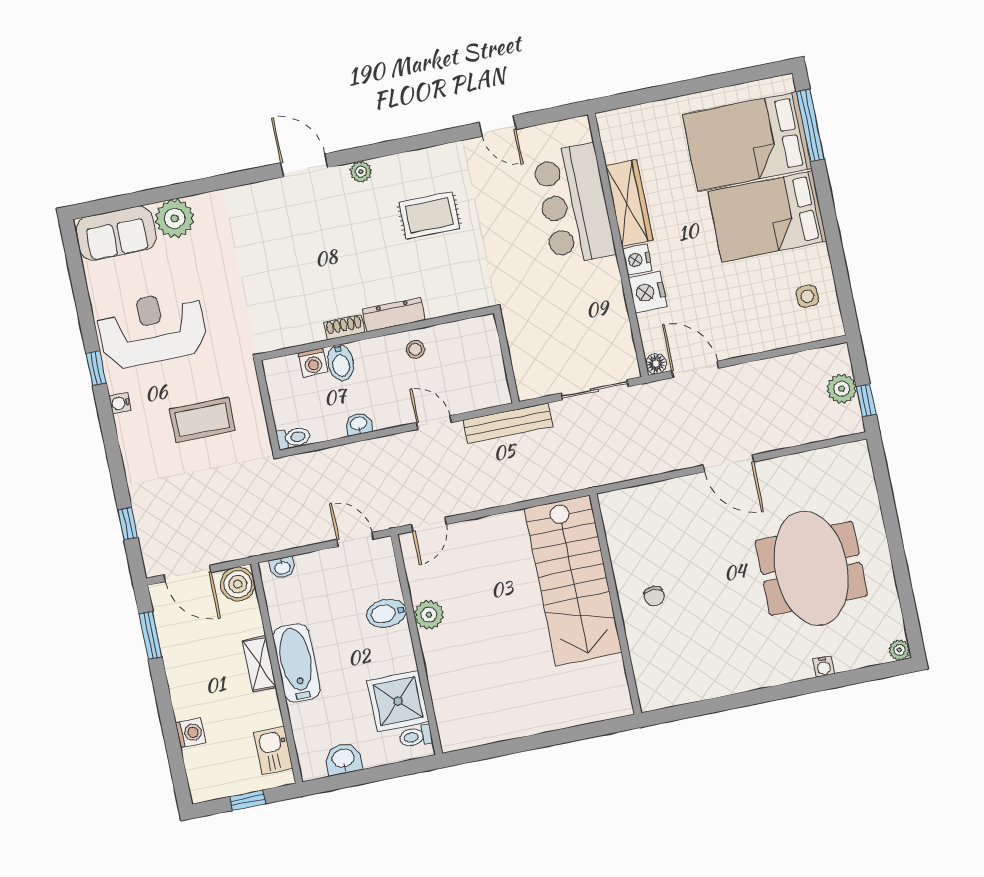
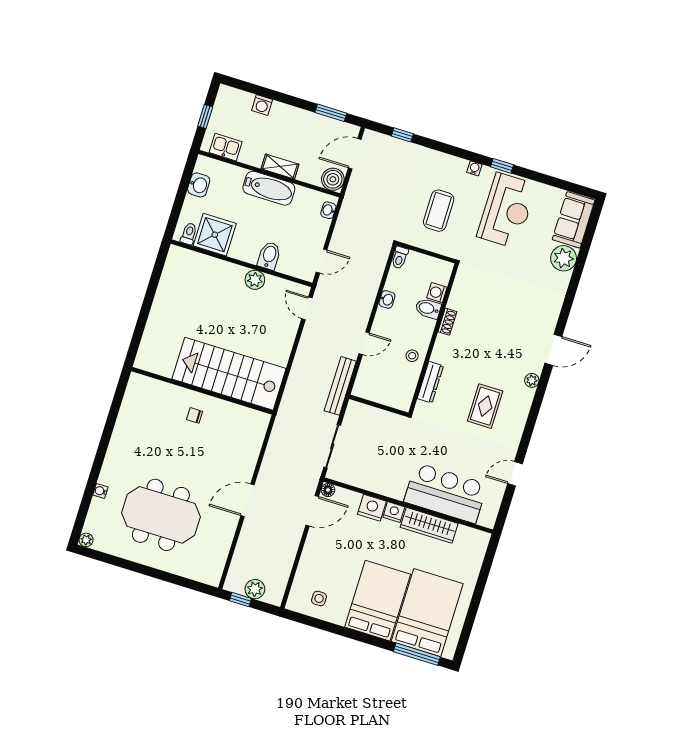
dresser: (394, 315) -> (430, 382), moved

